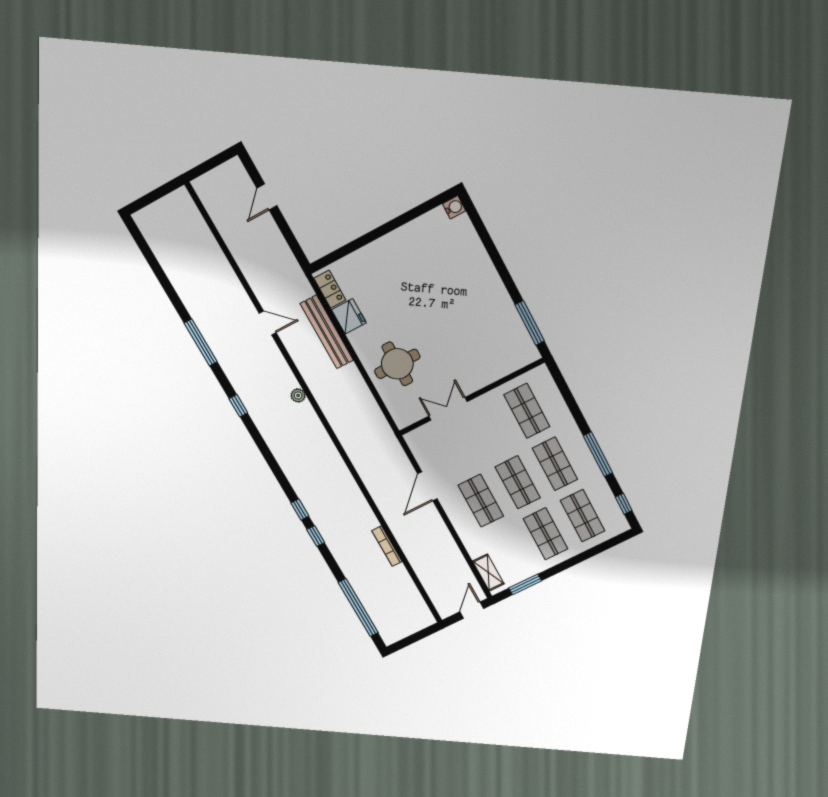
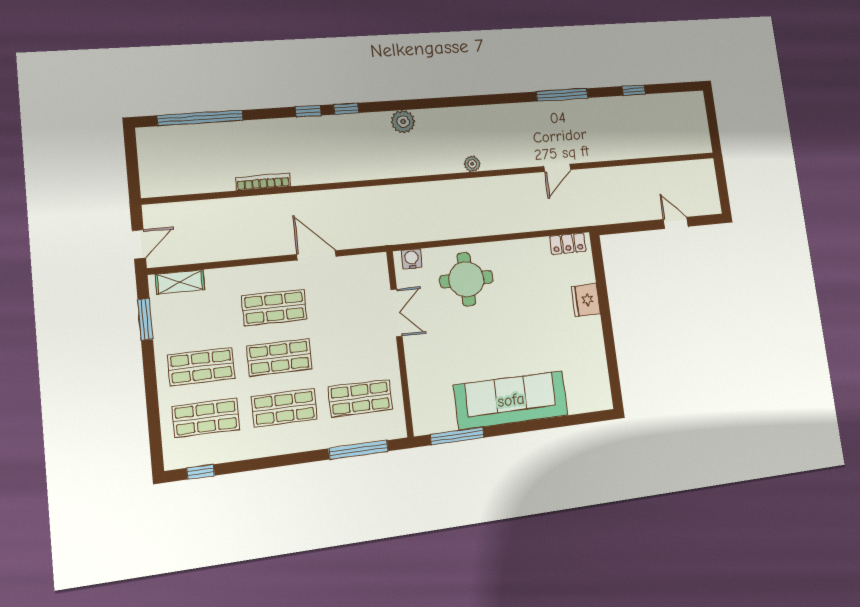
water cooler: (454, 207) -> (412, 259), moved, turned 180
sofa: (484, 289) -> (511, 400), added
fridge: (349, 316) -> (586, 300), moved, turned 90
bench: (327, 332) -> (526, 222), removed
window: (238, 406) -> (634, 90), moved
window: (598, 454) -> (358, 450), moved
plant: (289, 463) -> (403, 122), added
door: (472, 610) -> (139, 244), hinge flipped

